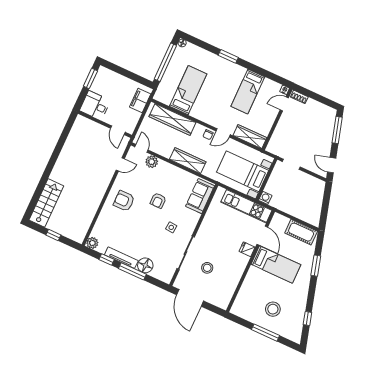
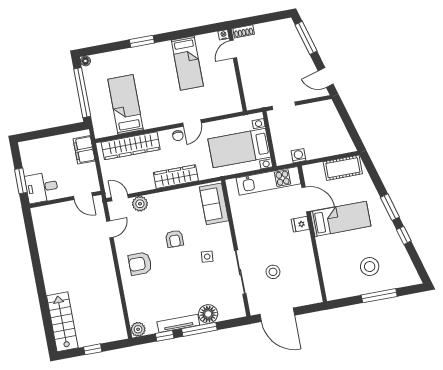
window: (90, 78) -> (21, 181), moved
wardrobe: (250, 137) -> (222, 107), removed
washing machine: (265, 198) -> (299, 156), moved
window: (316, 266) -> (390, 207), moved
window: (307, 318) -> (404, 235), moved

